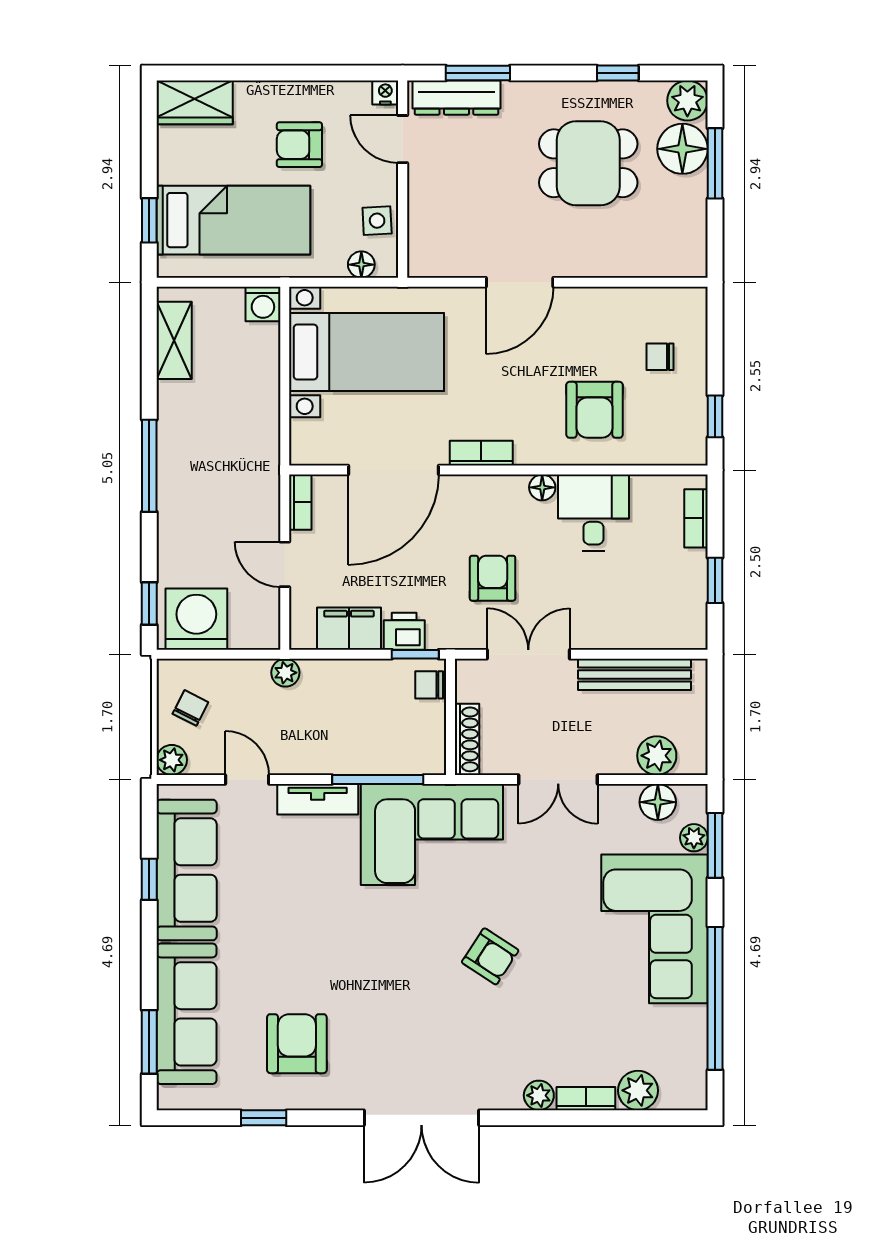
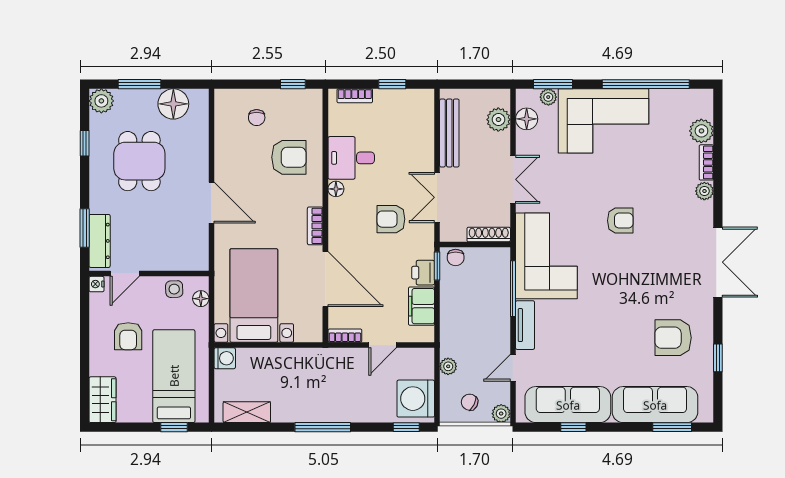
floor lamp: (682, 149) -> (173, 104), moved
plant: (285, 673) -> (448, 366), moved
armchair: (490, 956) -> (620, 221), turned 57

